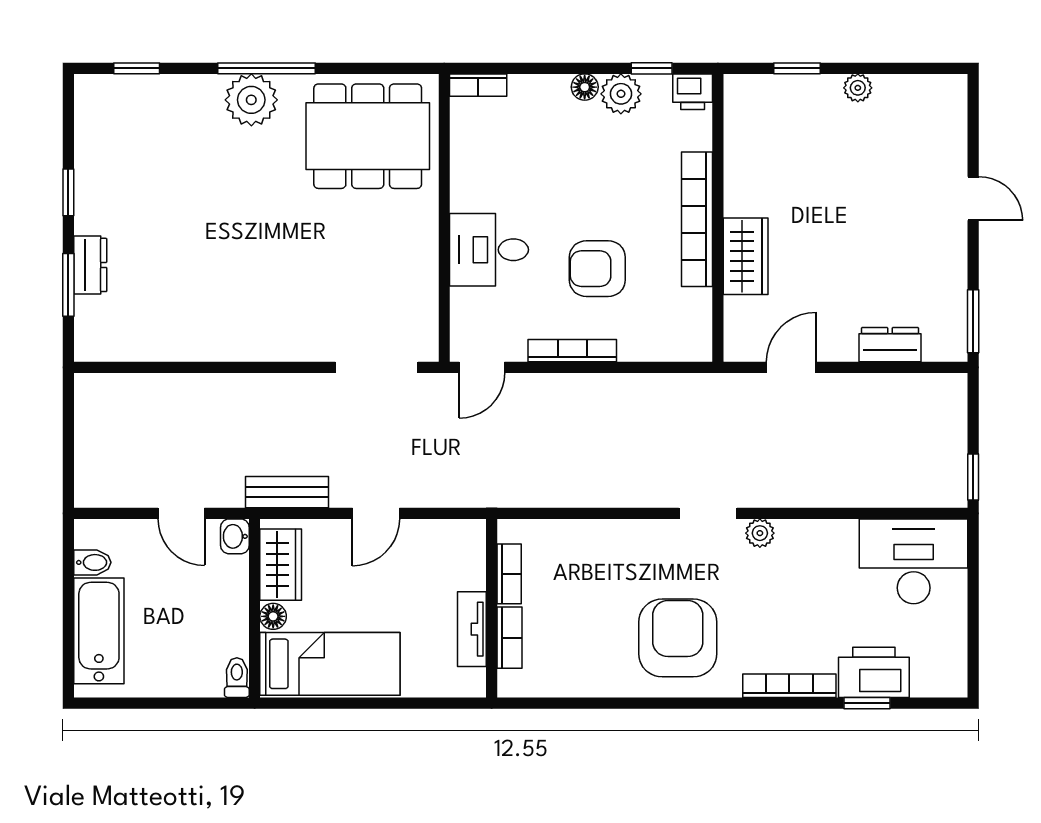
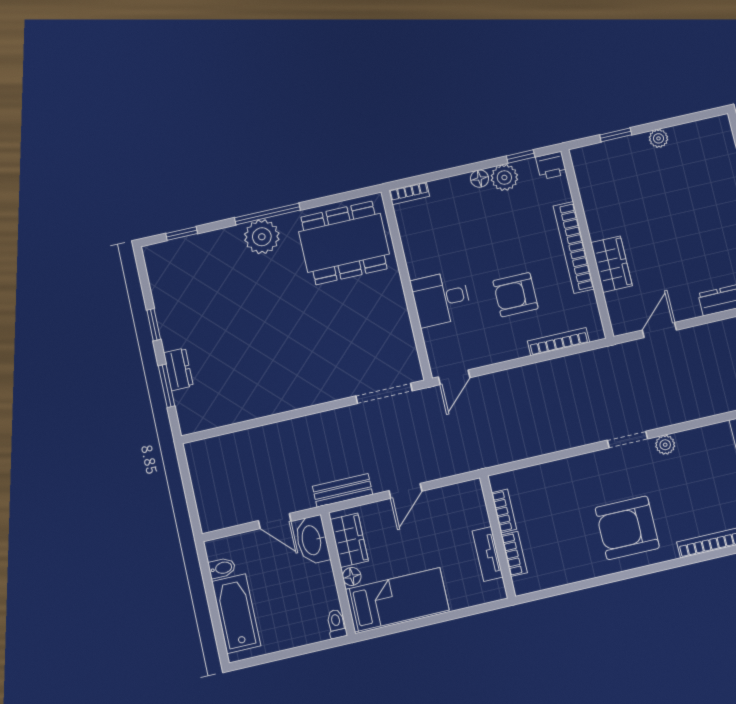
bookcase: (572, 351) -> (558, 342), moved
washbasin: (235, 536) -> (312, 540), width x1.91, depth x1.45
armchair: (678, 638) -> (627, 528), turned -90

